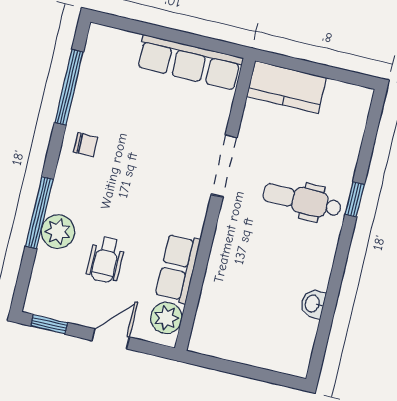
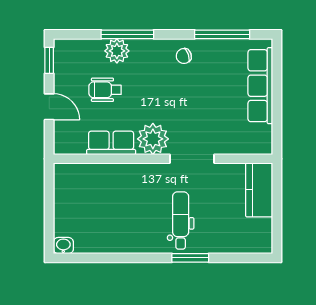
row of seats: (190, 62) -> (260, 86), moved
chair: (86, 145) -> (184, 56), turned 71
window: (355, 199) -> (190, 258), width x1.50
washbasin: (313, 304) -> (63, 246), moved
plant: (166, 318) -> (153, 139), moved, width x1.36, depth x1.36

